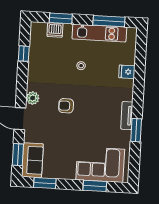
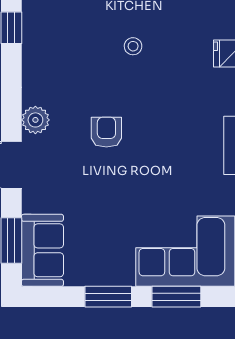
armchair: (66, 106) -> (106, 132), turned 90
window: (45, 183) -> (108, 297), moved

